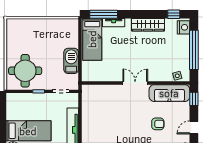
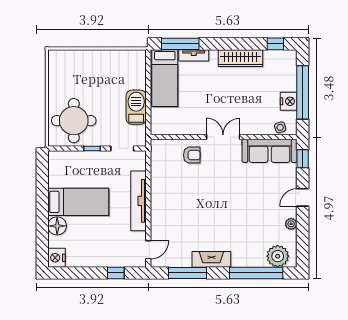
nightstand: (184, 27) -> (289, 101), moved
armchair: (158, 124) -> (192, 155), moved

